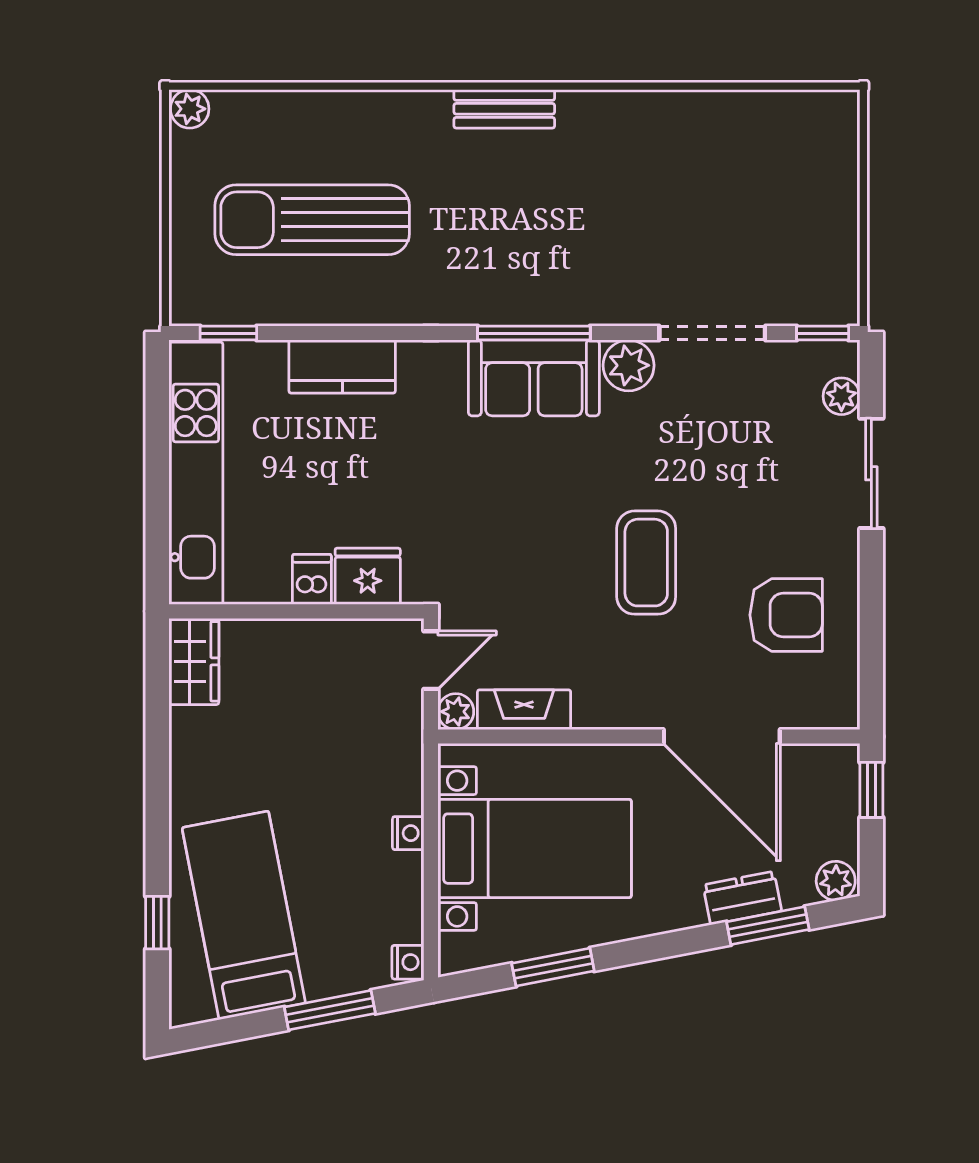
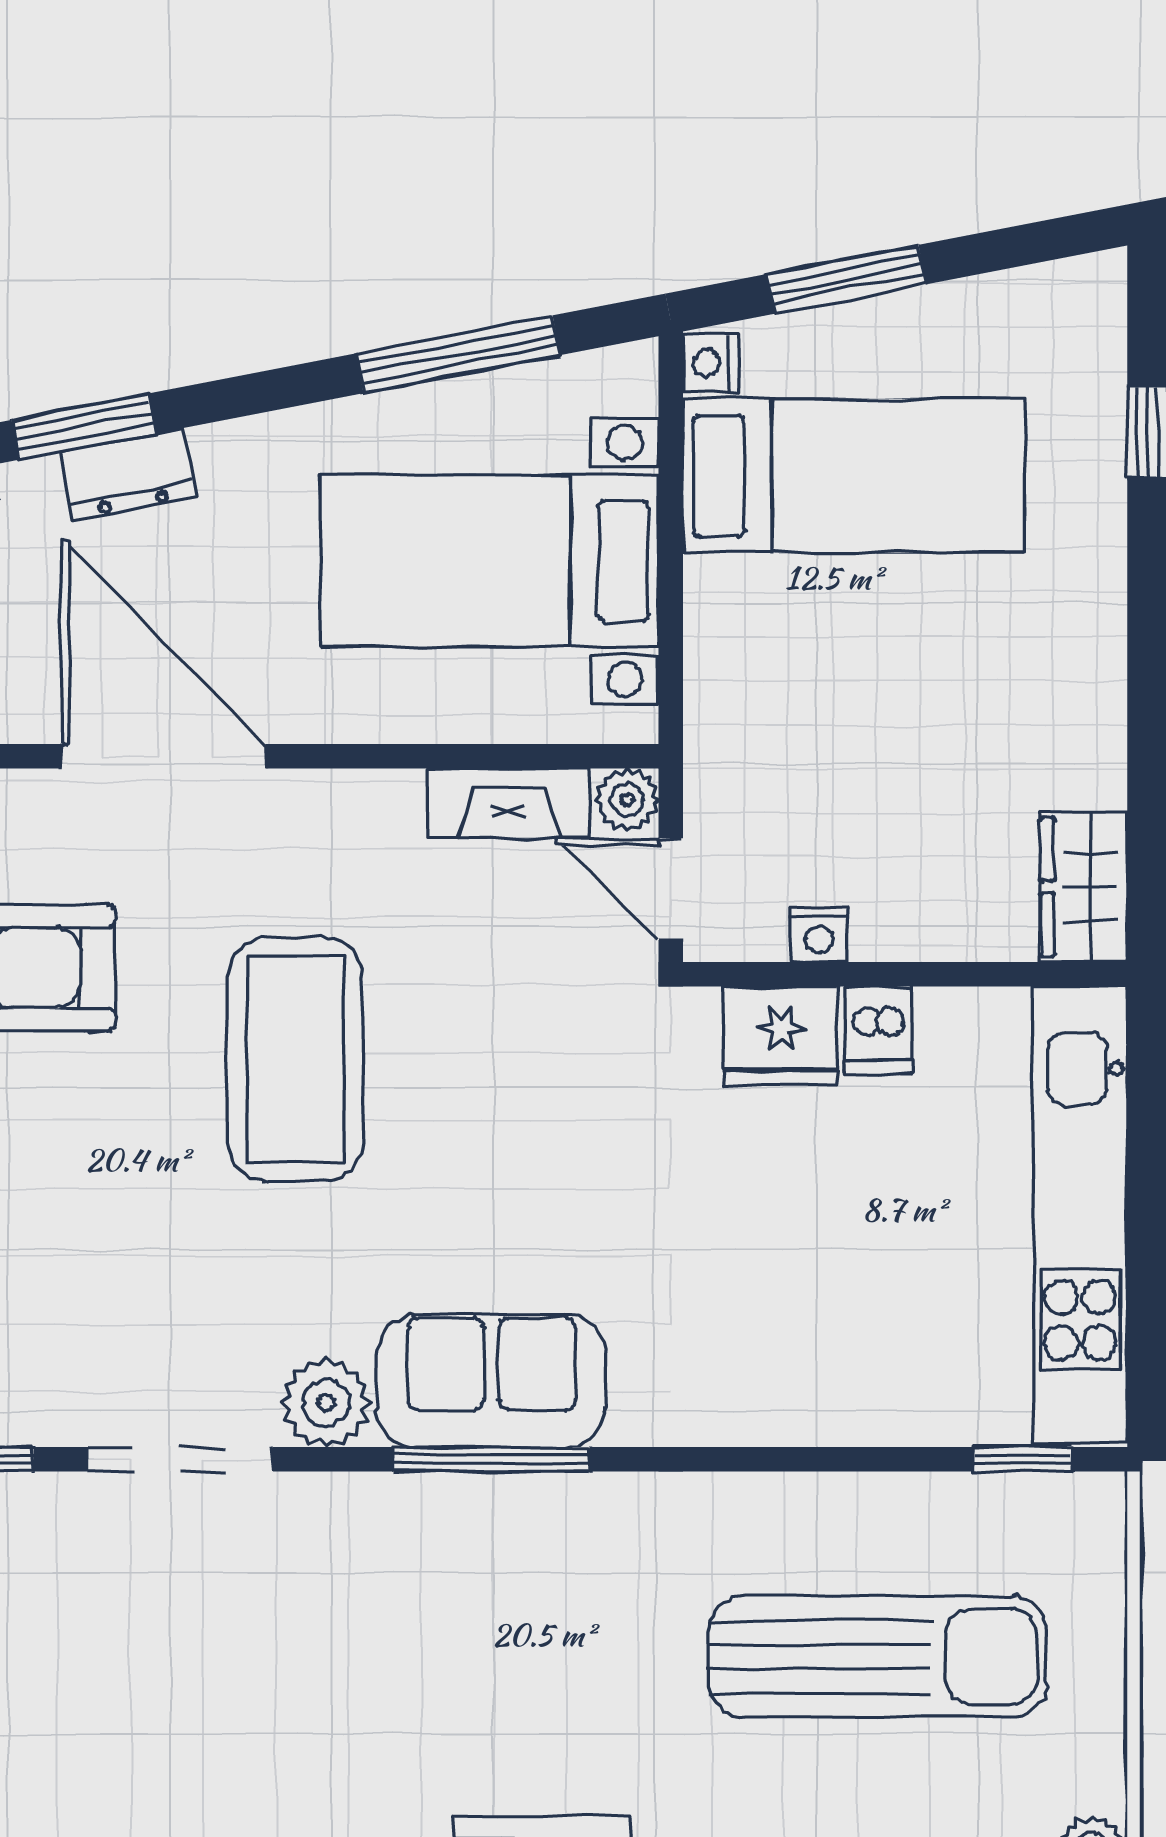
kitchen counter: (342, 367) -> (825, 1401), removed
coffee table: (646, 563) -> (295, 1059), width x1.36, depth x1.32
door: (431, 660) -> (671, 889), hinge flipped
nightstand: (408, 833) -> (819, 935), moved, turned -90
bed: (244, 915) -> (854, 476), moved, turned -79
window: (553, 967) -> (458, 354), width x1.44

